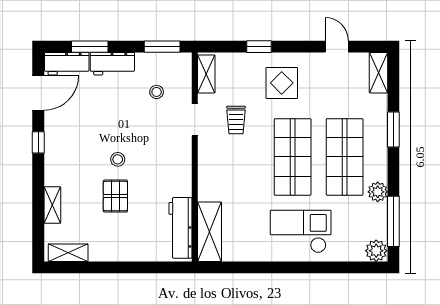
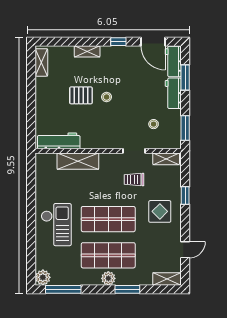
plant: (378, 192) -> (108, 278), moved
shelving: (52, 205) -> (87, 51), moved
shelving: (210, 232) -> (78, 161), moved

